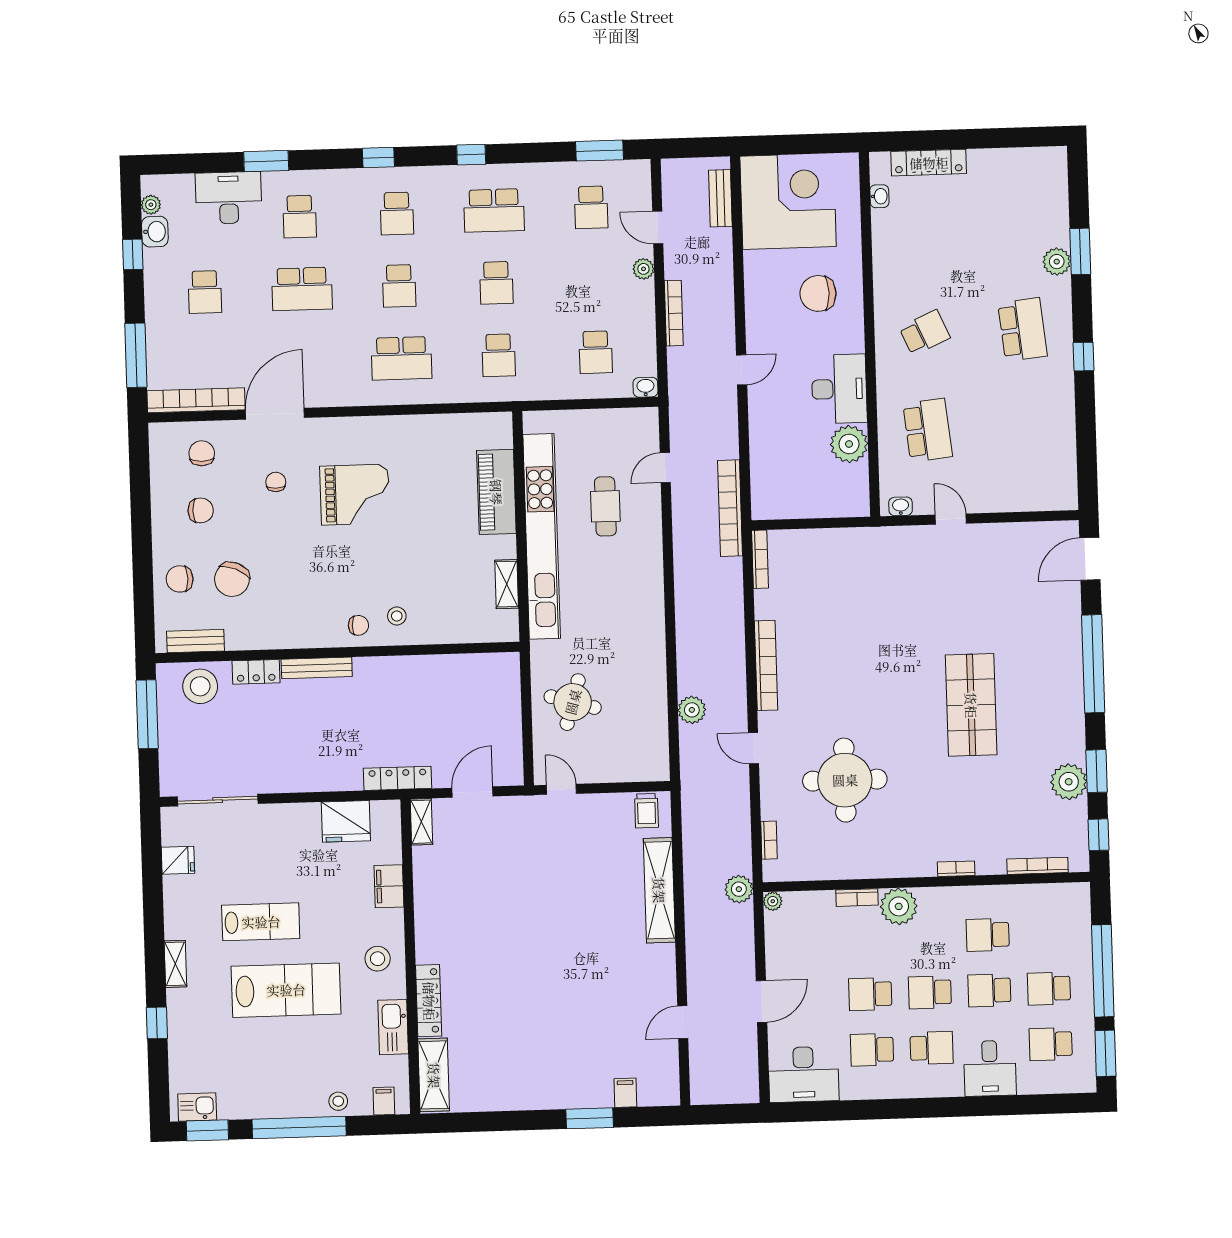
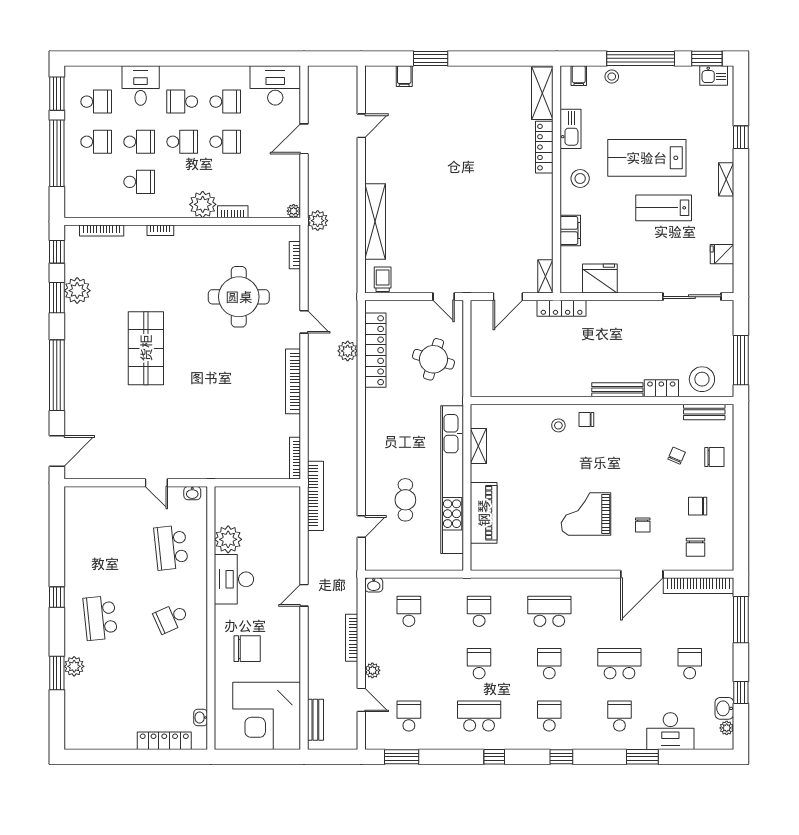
chair: (232, 579) -> (677, 456), width x0.54, depth x0.54
locker: (653, 712) -> (375, 350), added

